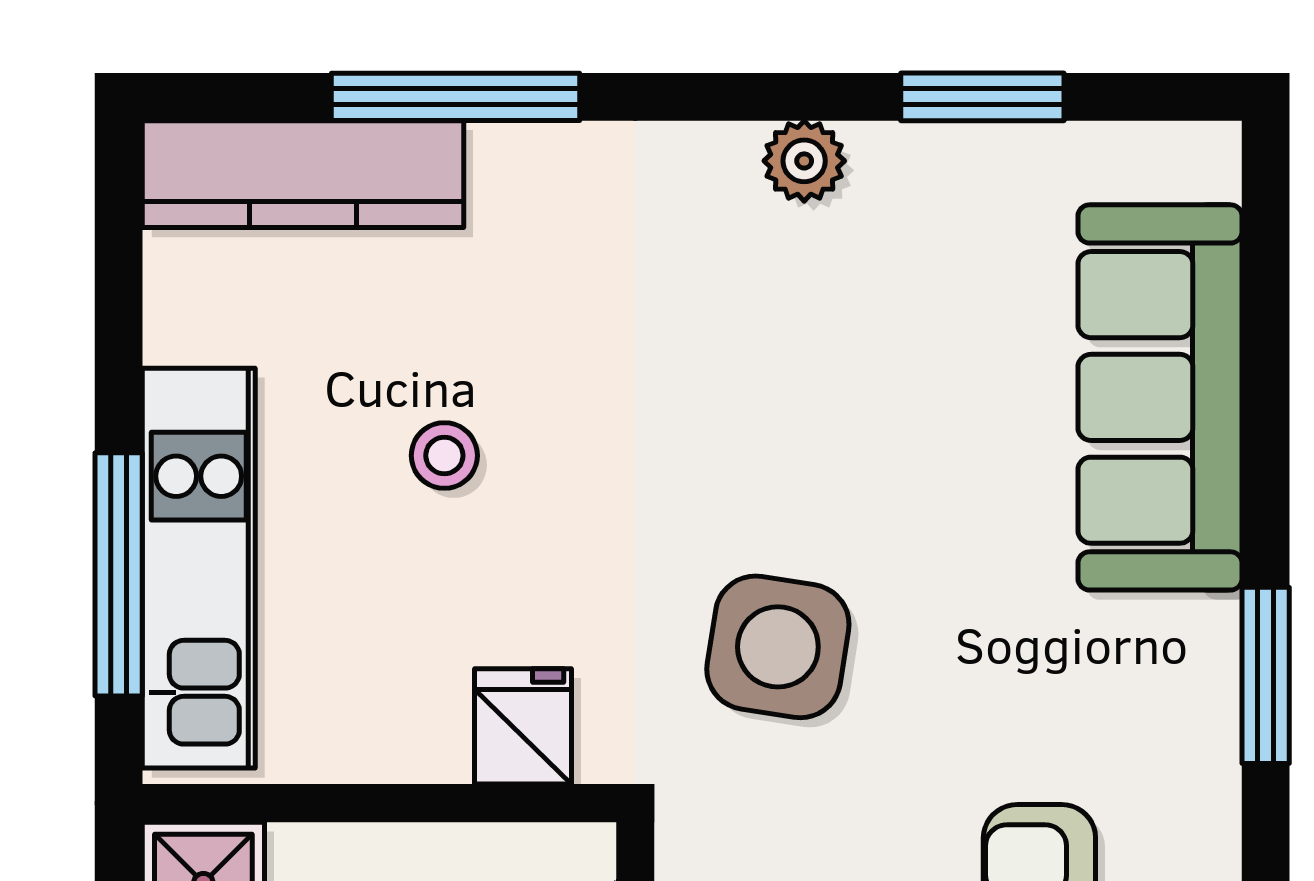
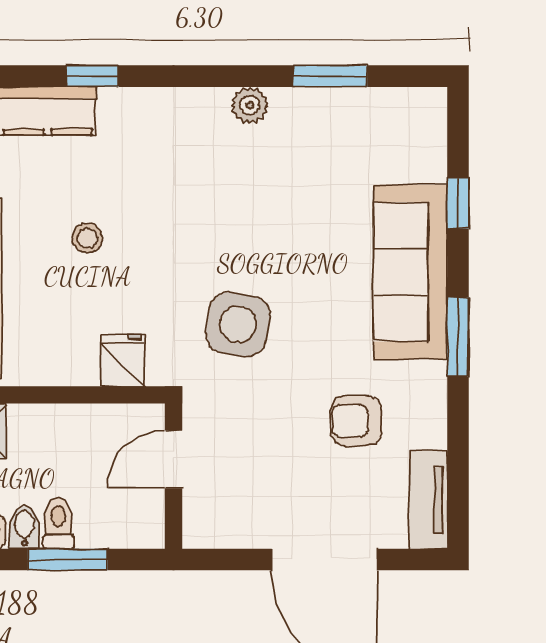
window: (456, 97) -> (92, 76), width x0.46
window: (1266, 378) -> (458, 203), added
sofa: (1160, 397) -> (410, 272), moved

